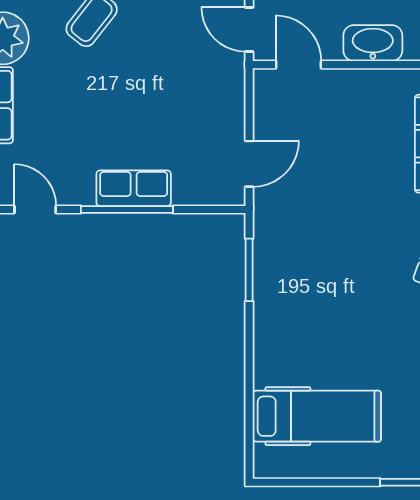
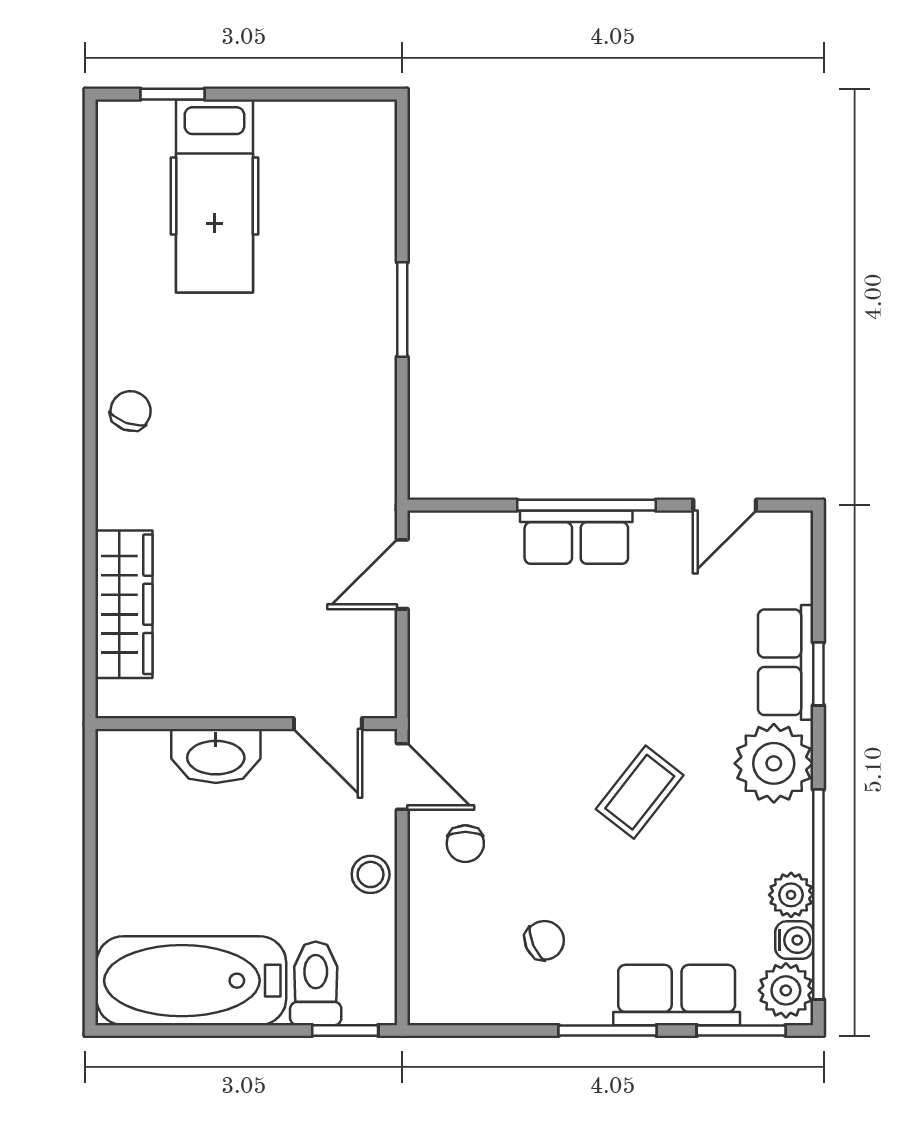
door: (35, 210) -> (725, 505), hinge flipped
window: (249, 270) -> (402, 309), moved
hospital bed: (317, 416) -> (214, 196), moved, turned -90

